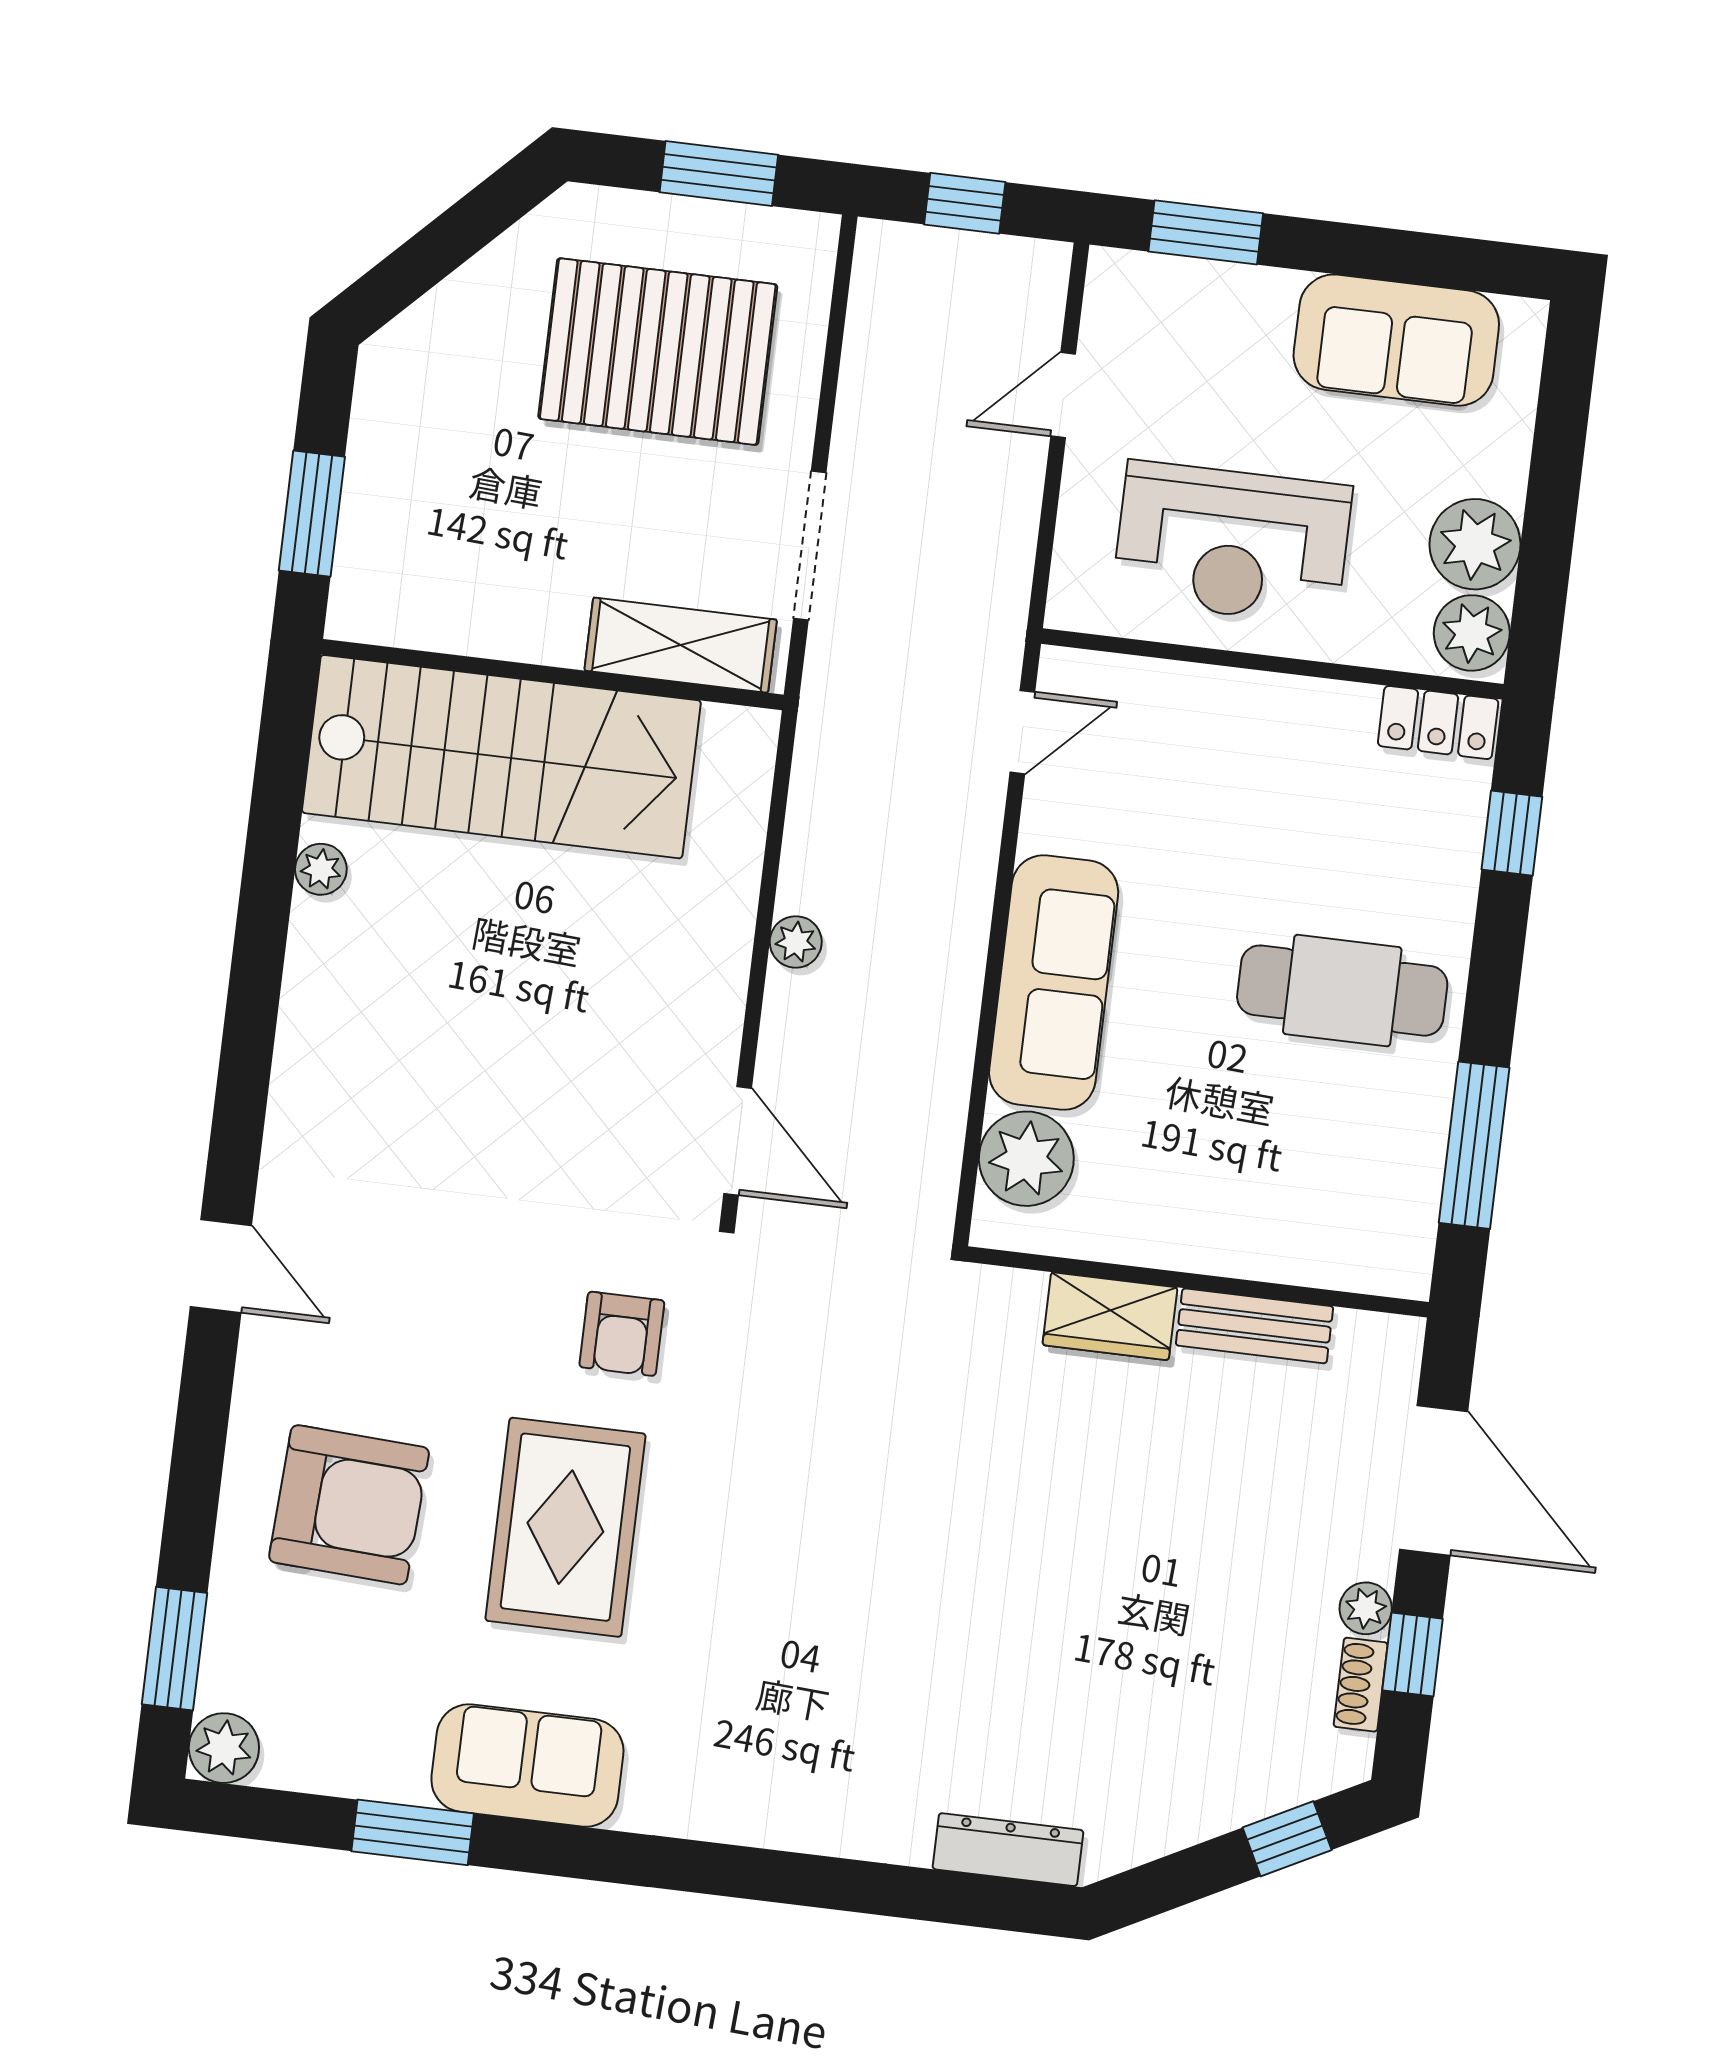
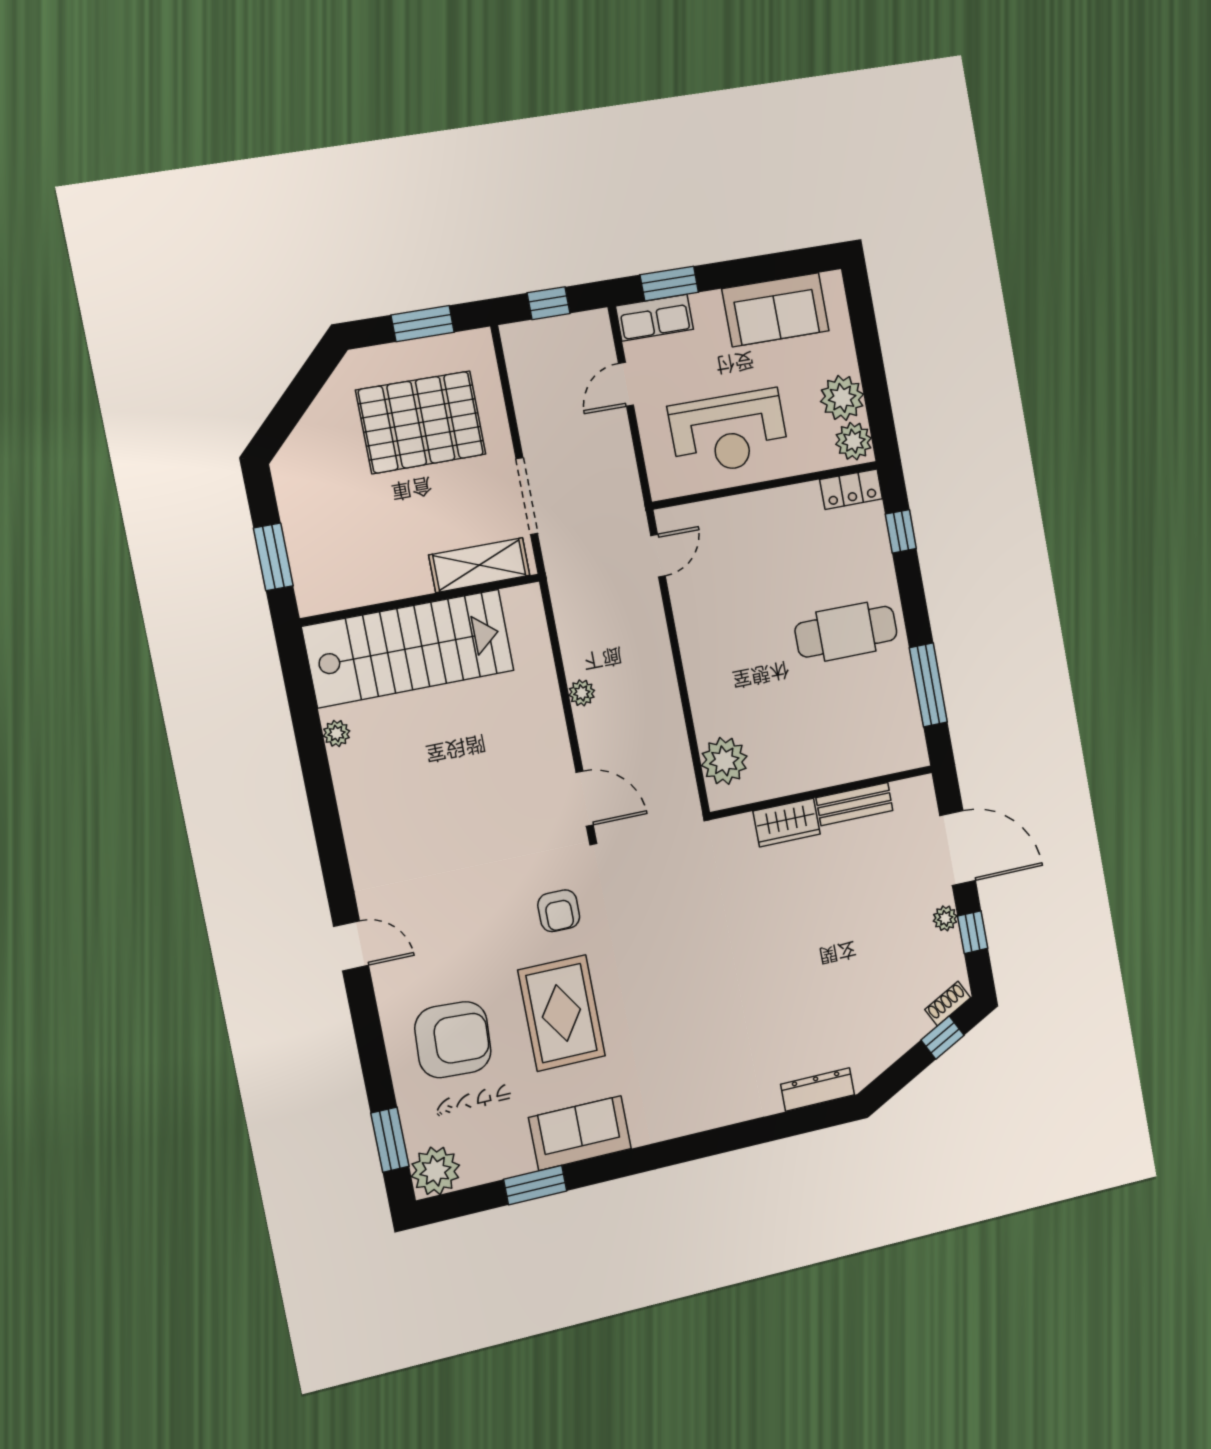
row of seats: (1157, 288) -> (655, 318), added
sofa: (1054, 983) -> (711, 672), removed
shoe rack: (1361, 1685) -> (948, 1004), moved, turned 63
plant: (224, 1748) -> (435, 1171), width x1.36, depth x1.36

